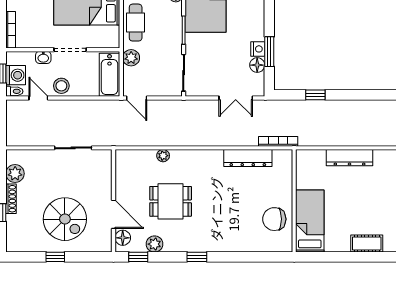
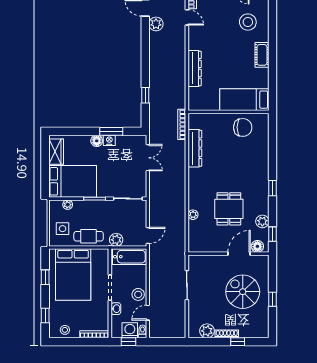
floor lamp: (257, 65) -> (97, 141), moved
spiral stairs: (65, 219) -> (243, 292), turned -90
chair: (274, 219) -> (243, 127), turned -90

